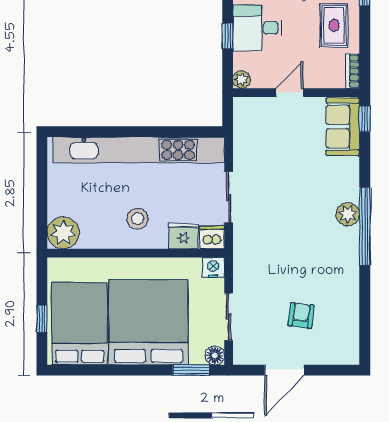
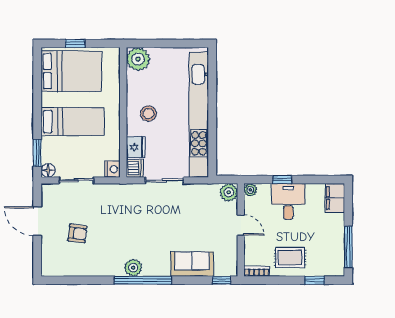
plant: (245, 109) -> (229, 192), added
sofa: (343, 127) -> (192, 264), moved
plant: (348, 214) -> (133, 268), moved
bed: (148, 322) -> (72, 122), width x0.49

